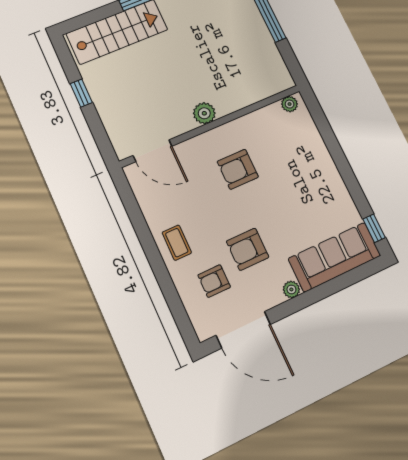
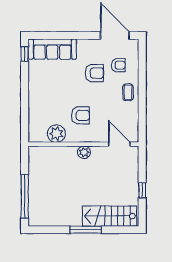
plant: (290, 104) -> (56, 134), moved, width x1.87, depth x1.87
plant: (291, 289) -> (82, 43), removed

